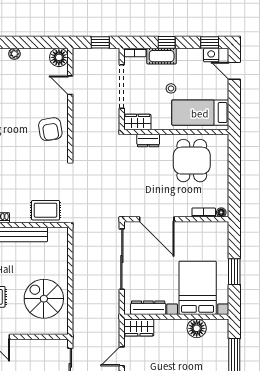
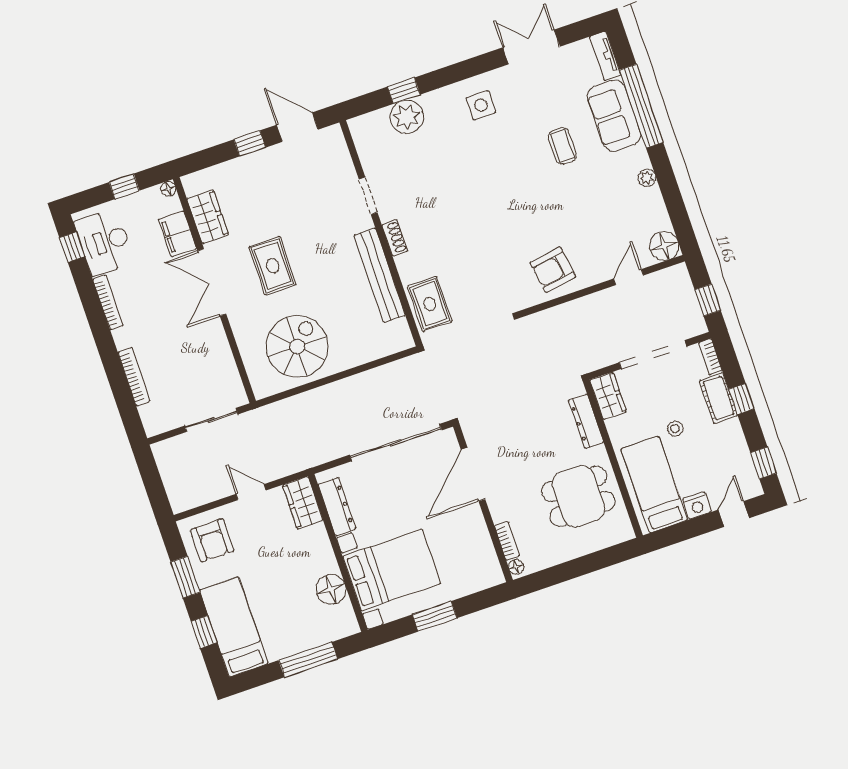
nightstand: (211, 55) -> (697, 506), moved, turned 90
dresser: (148, 140) -> (586, 421), width x1.44

